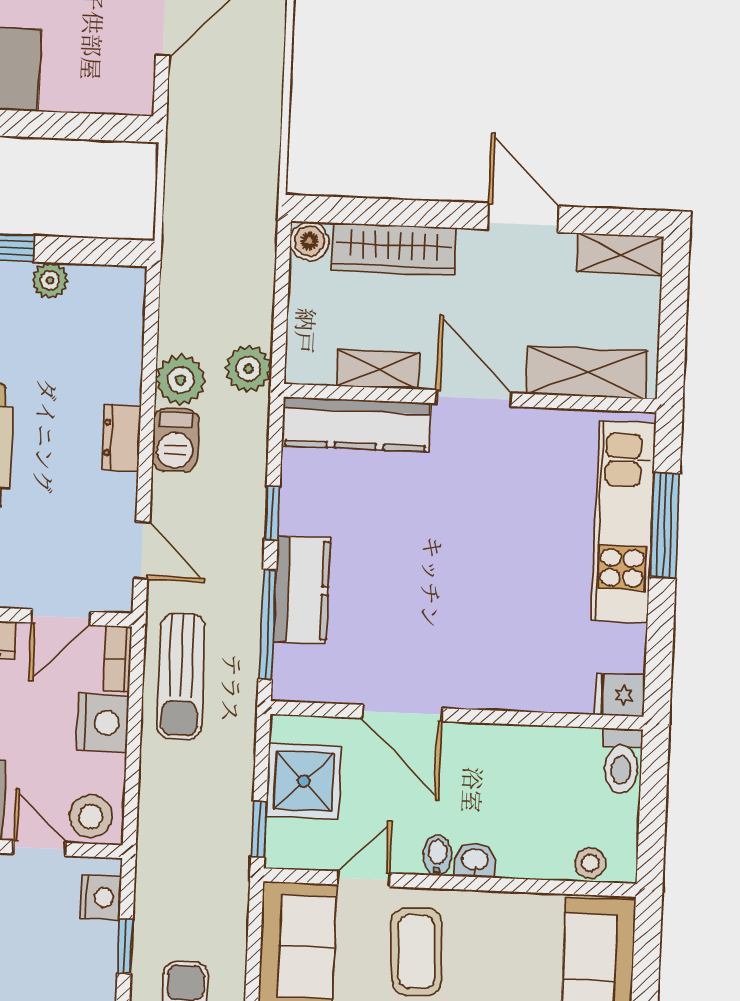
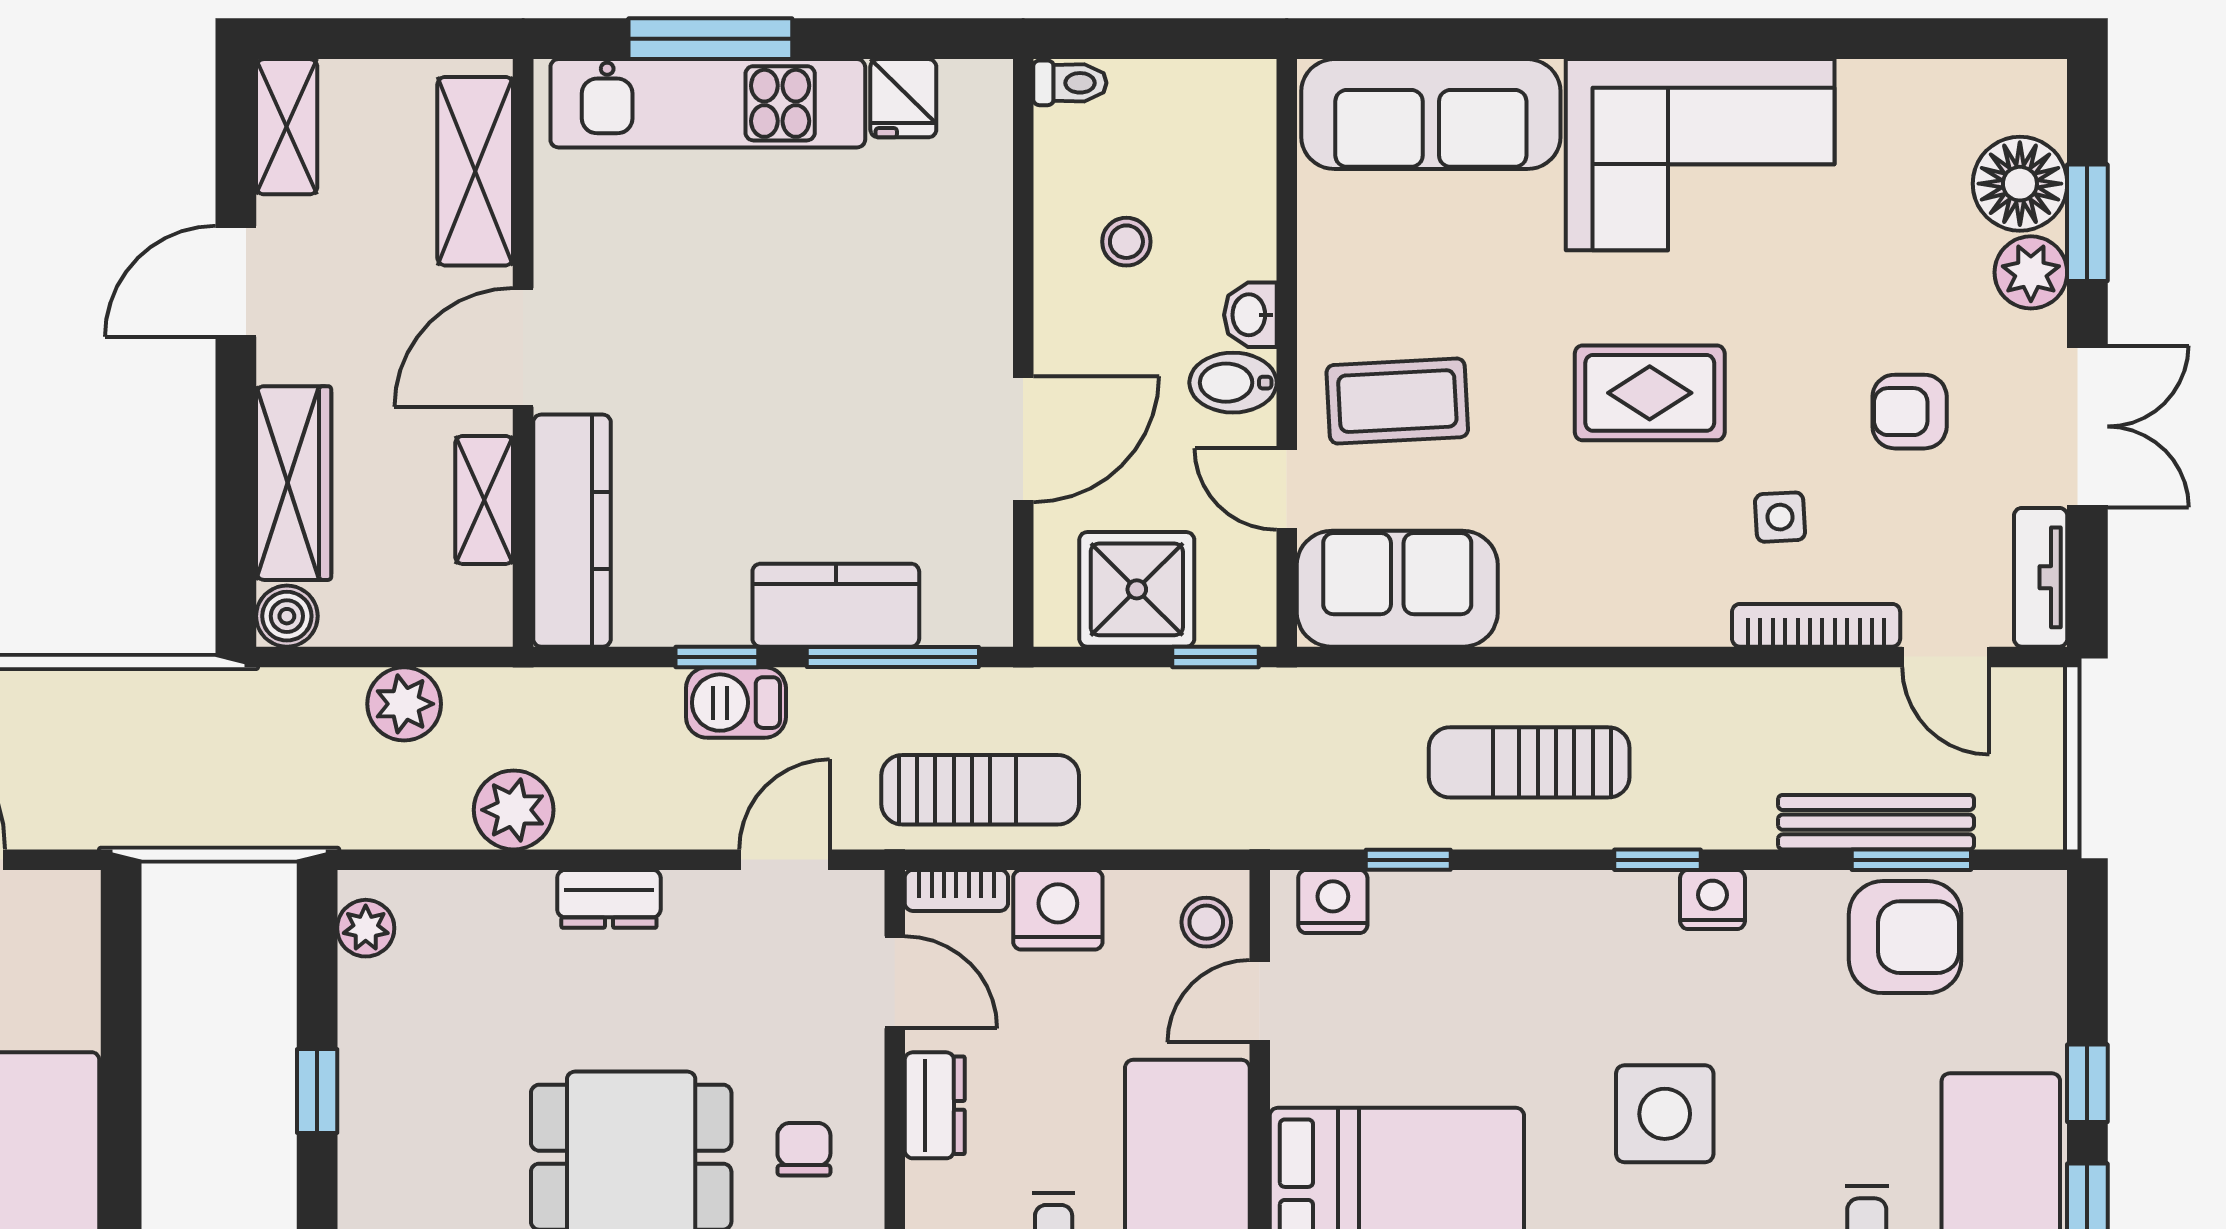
plant: (50, 280) -> (366, 928), moved
plant: (248, 369) -> (404, 704), moved
barbecue: (175, 440) -> (736, 703), moved, turned 180
fridge: (620, 695) -> (903, 98), moved
toilet: (621, 761) -> (1070, 83), width x0.73, depth x0.72
stool: (91, 816) -> (1206, 922), width x0.73, depth x0.73
bidet: (437, 855) -> (1233, 383), width x1.38, depth x1.36
stool: (590, 863) -> (1126, 242), moved

